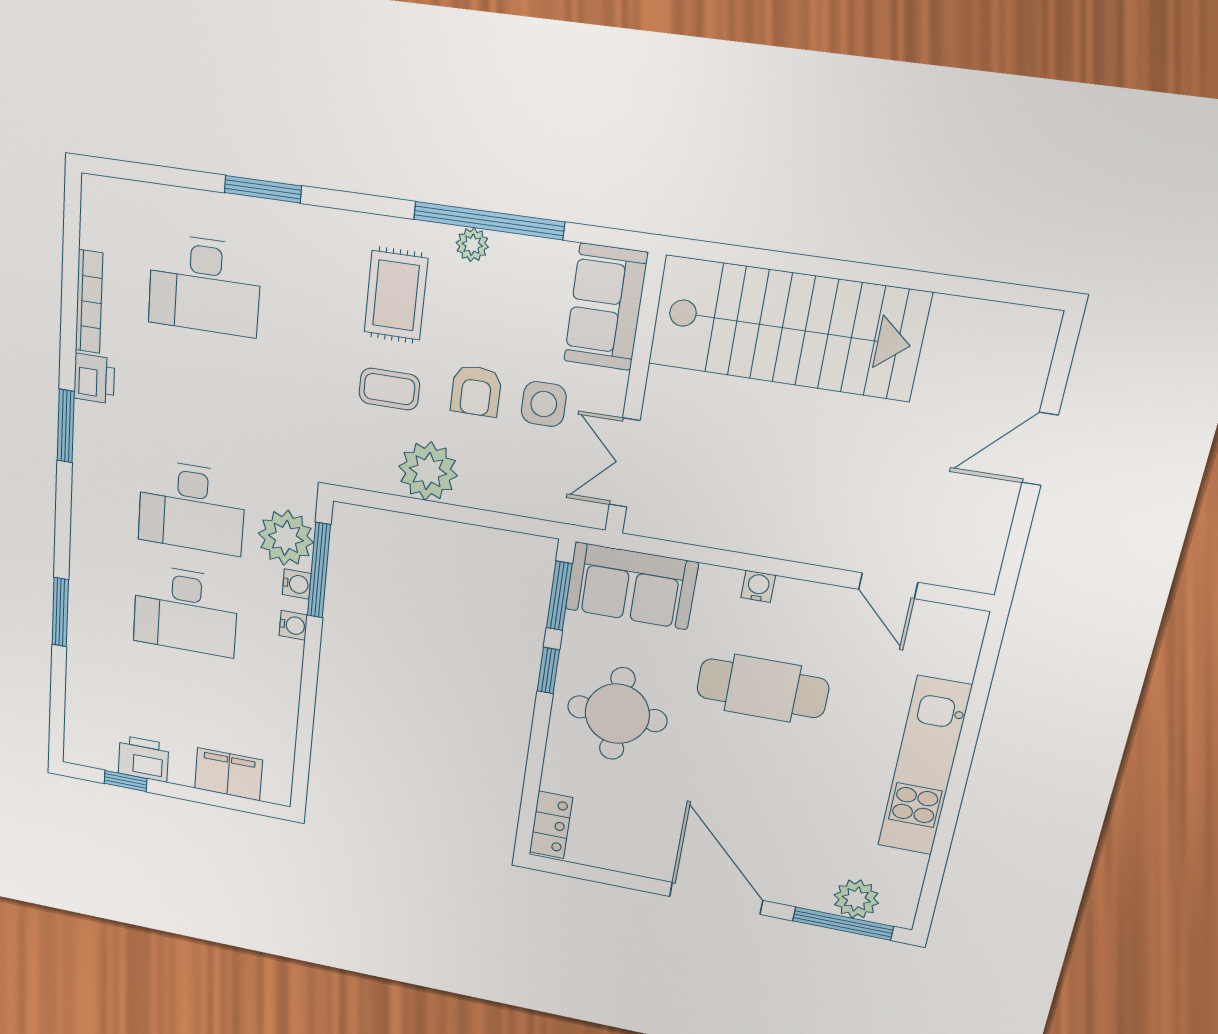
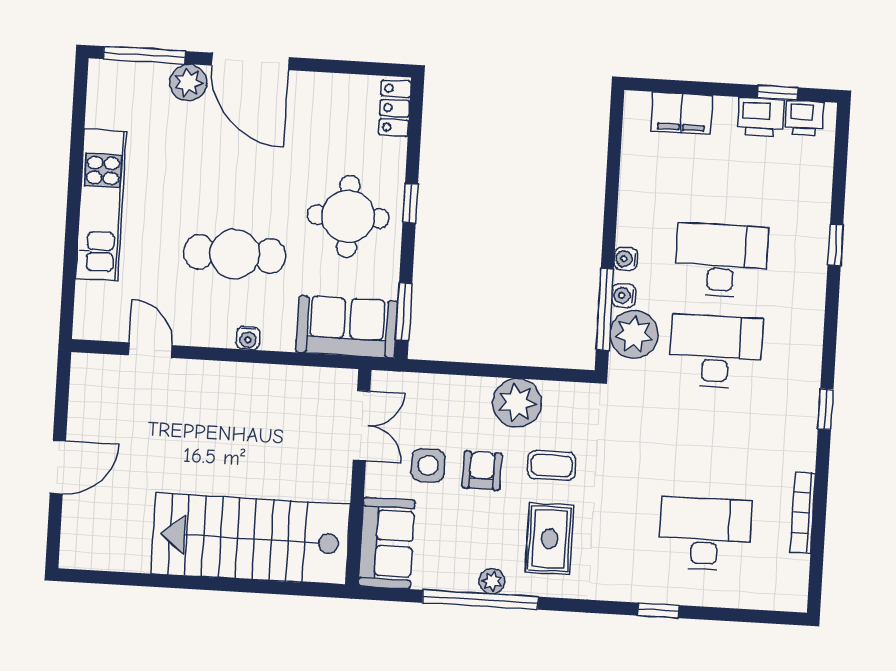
window: (263, 189) -> (658, 610), width x0.67
printer: (94, 379) -> (805, 118), moved, turned -90
window: (66, 426) -> (826, 409), width x0.67
window: (60, 612) -> (835, 245), width x0.67
window: (548, 671) -> (410, 203), moved
plant: (856, 899) -> (188, 83), moved

